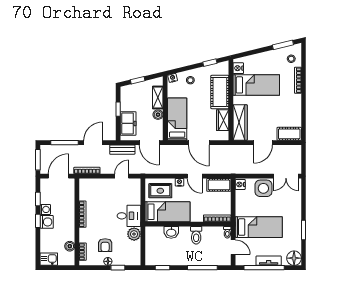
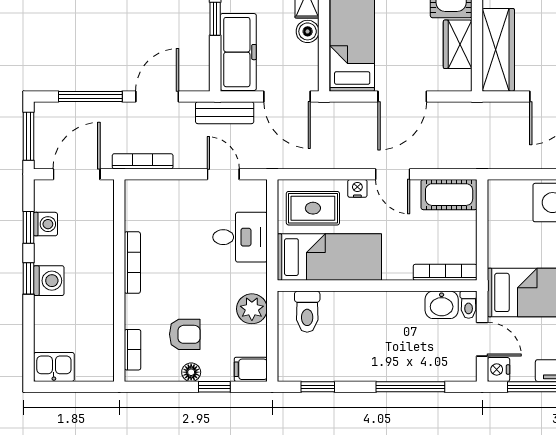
freezer: (128, 123) -> (238, 52), width x1.40
door: (199, 143) -> (402, 96), hinge flipped
door: (122, 176) -> (223, 174), hinge flipped
nightstand: (240, 184) -> (498, 369), moved
washing machine: (45, 209) -> (46, 224), moved
desk: (129, 216) -> (240, 237), moved
washbasin: (171, 232) -> (442, 305), moved
toilet: (196, 235) -> (307, 312), moved
armchair: (105, 245) -> (185, 334), turned -90
boiler: (70, 246) -> (103, 337), removed
filing cabinet: (133, 260) -> (251, 369), added

